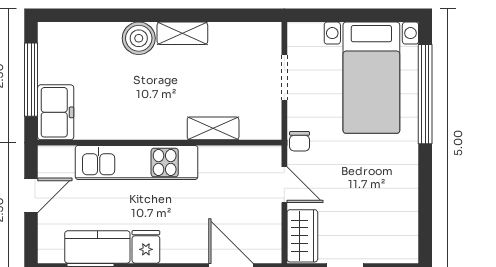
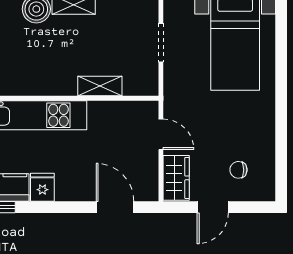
window: (425, 94) -> (281, 57), removed
chair: (300, 141) -> (238, 170), moved, turned 91

